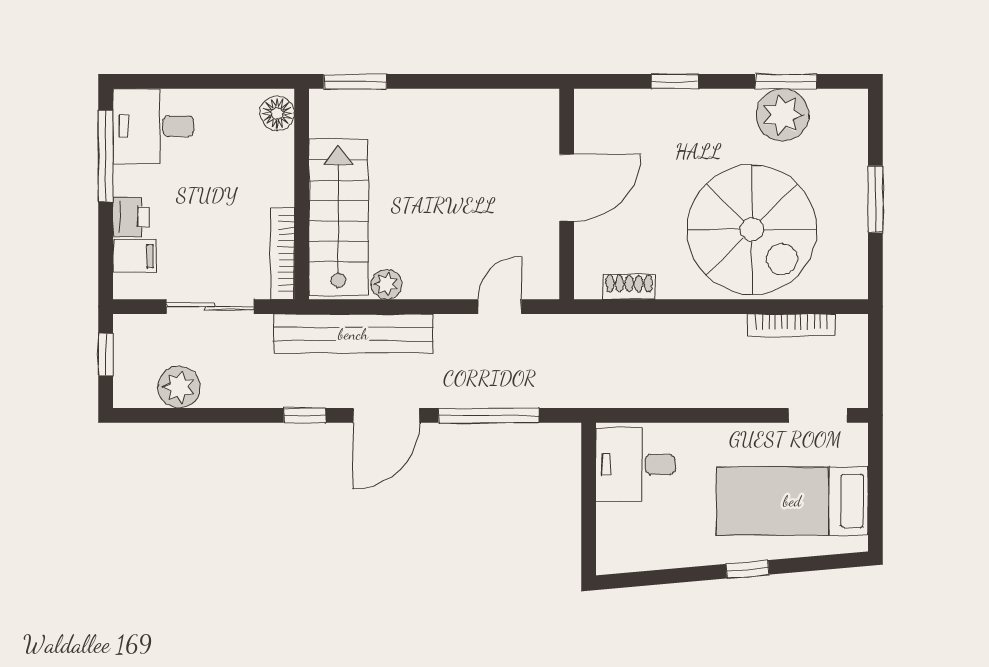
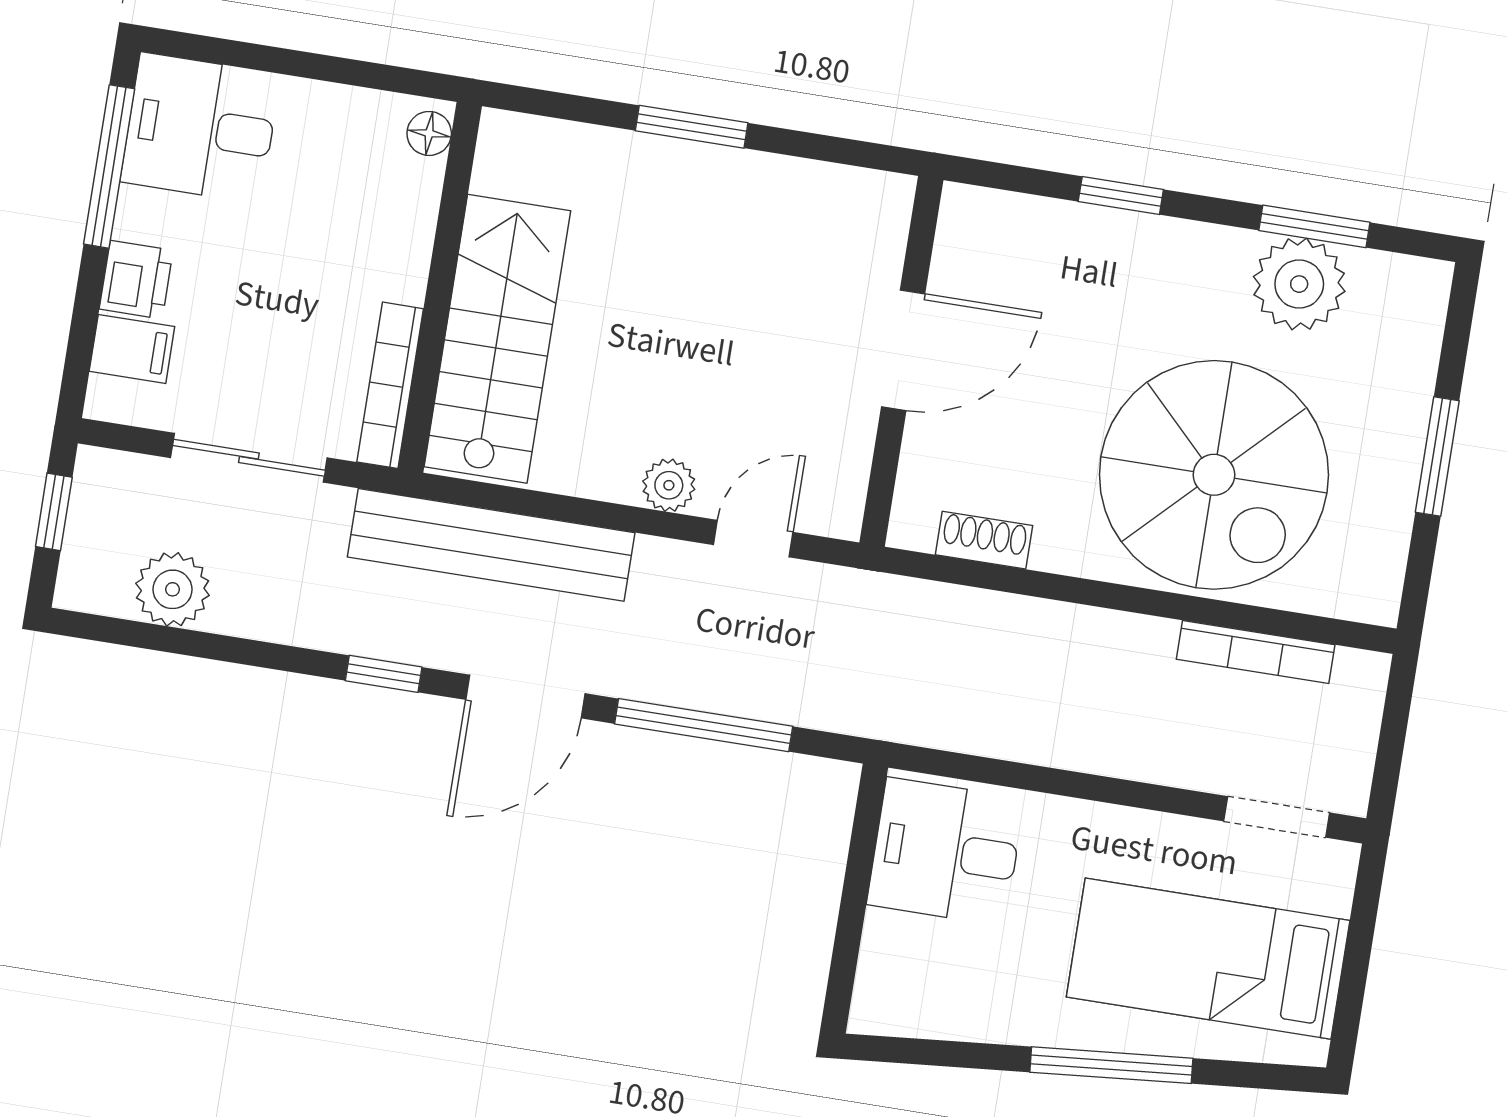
window: (355, 81) -> (692, 127), moved
floor lamp: (277, 113) -> (429, 133), width x0.73, depth x0.73
plant: (386, 284) -> (669, 485), moved
window: (747, 569) -> (1111, 1065), width x2.17

